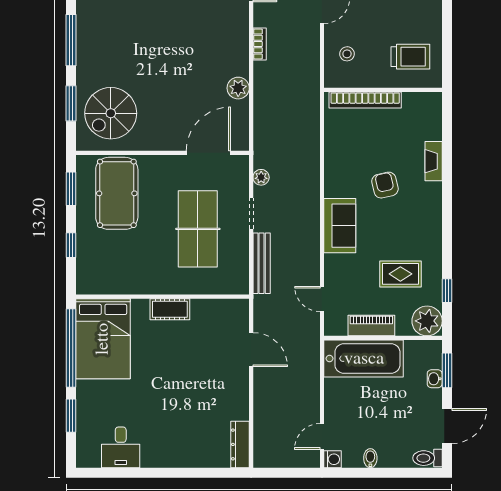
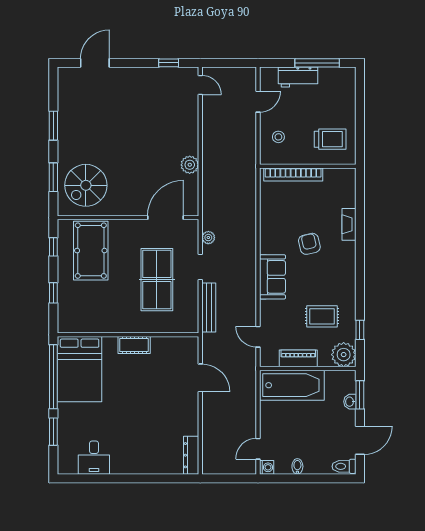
window: (71, 40) -> (53, 126), width x0.69
bookcase: (260, 44) -> (207, 129), removed
window: (71, 189) -> (53, 247), width x0.67

